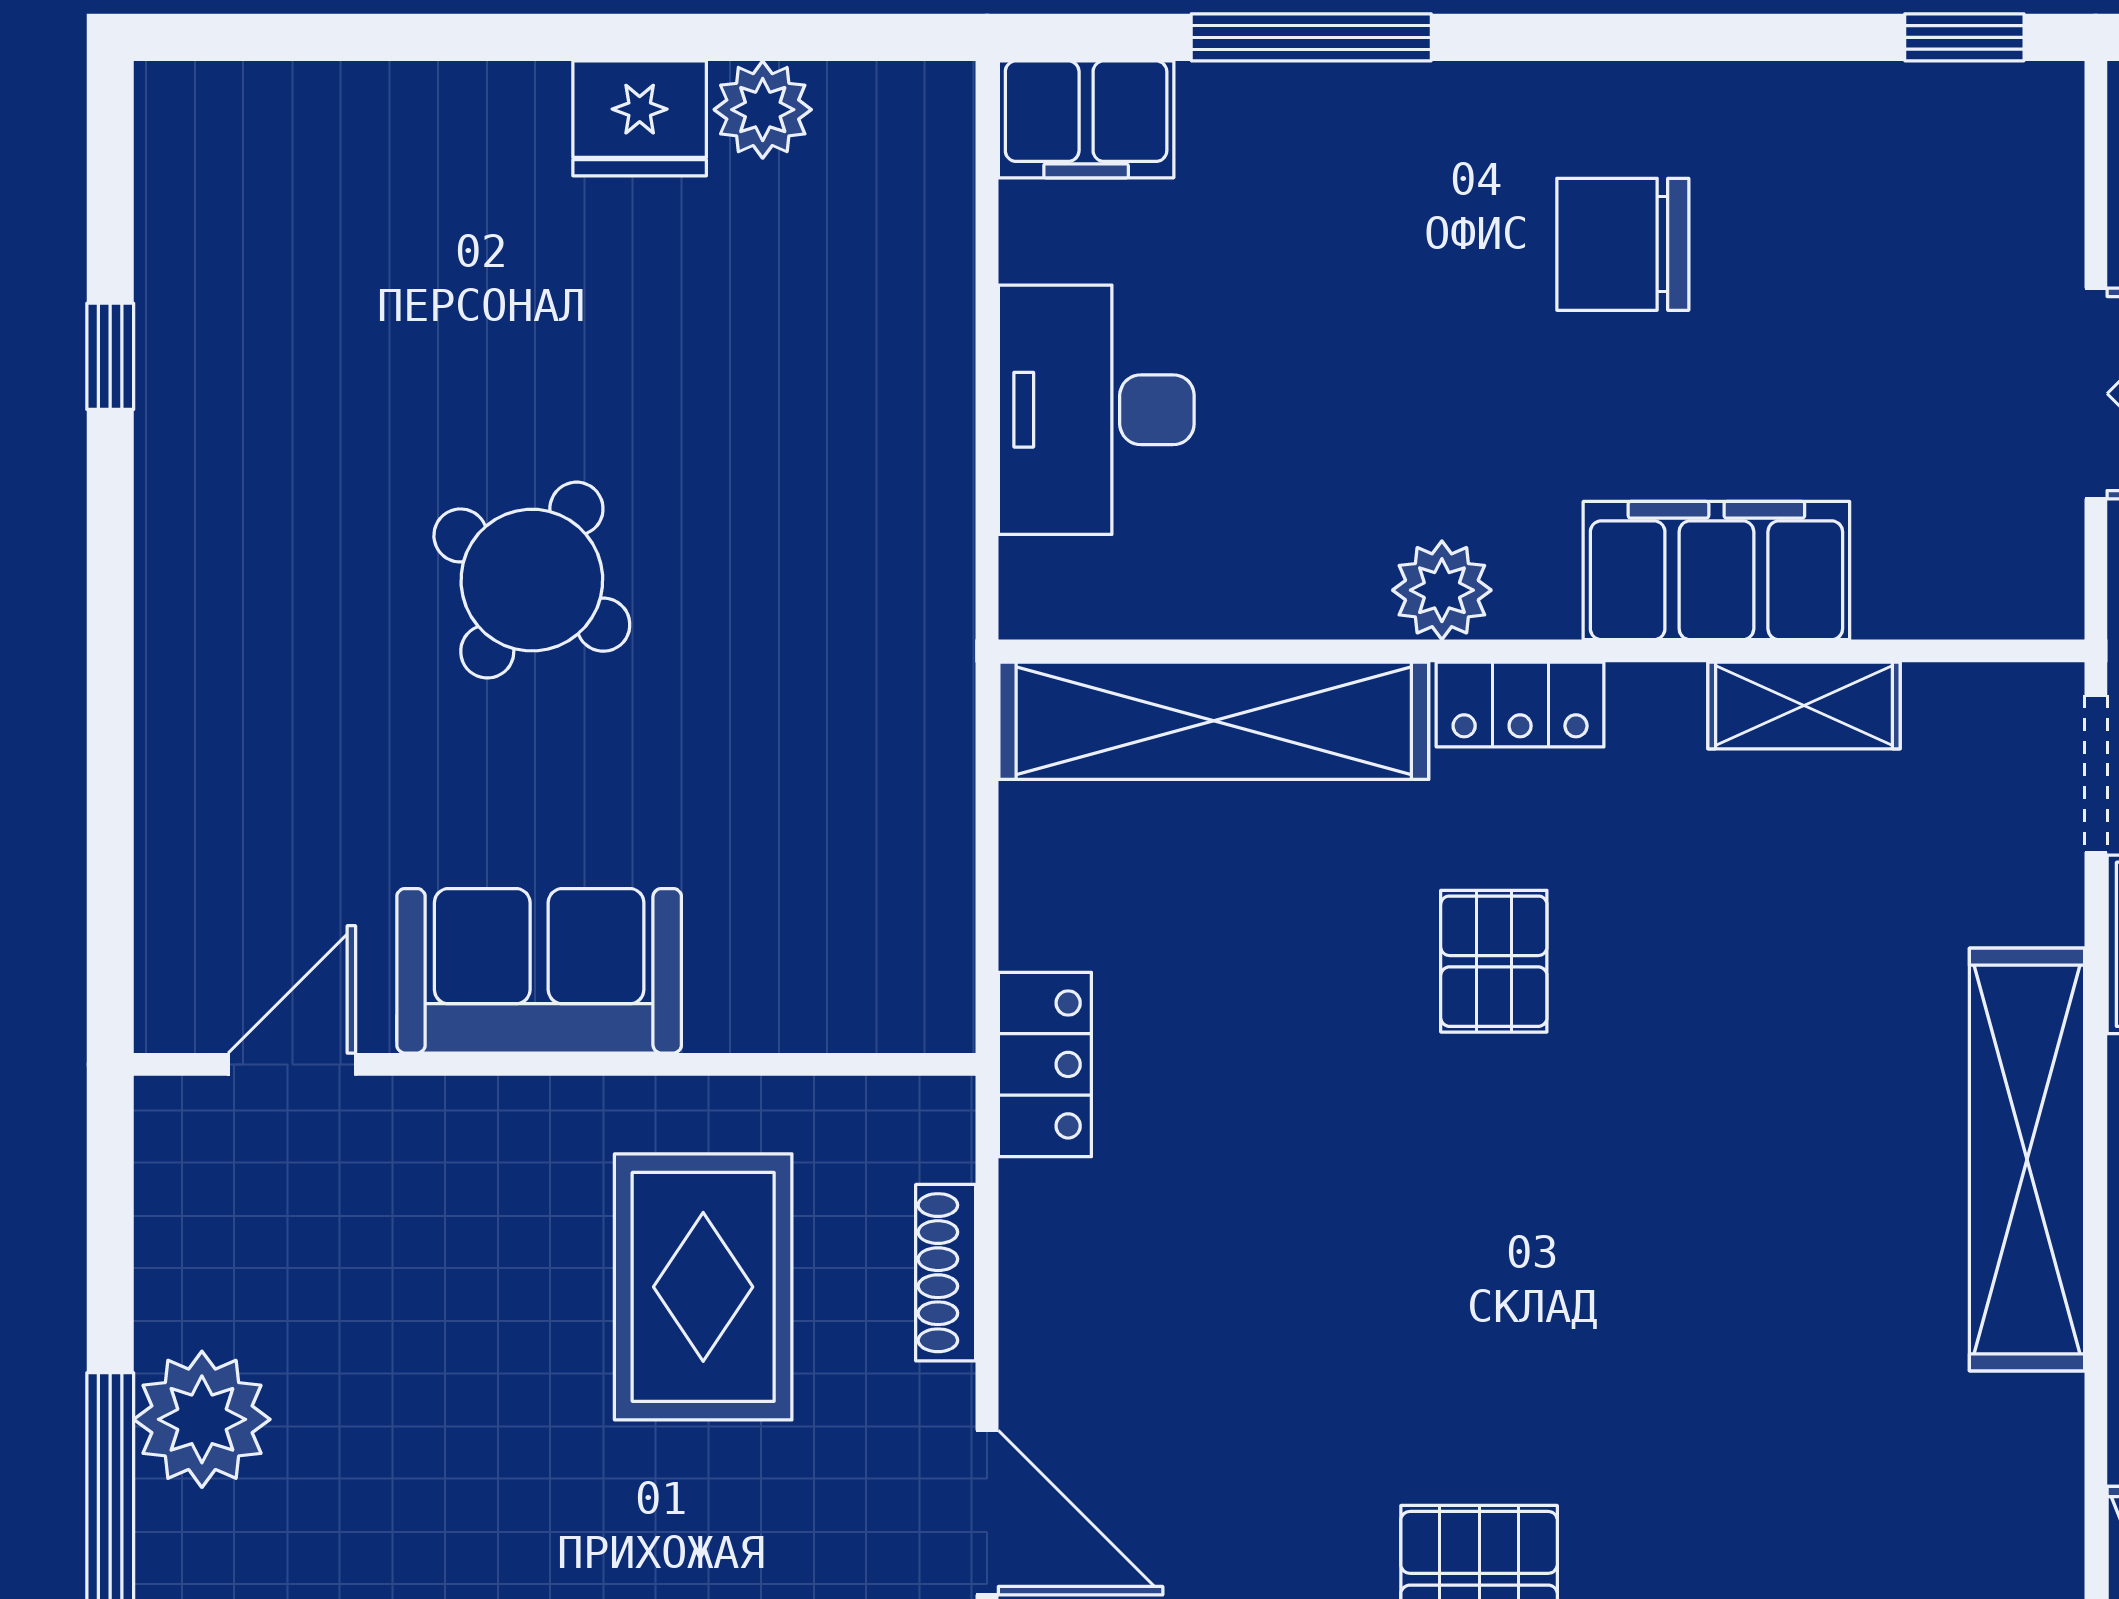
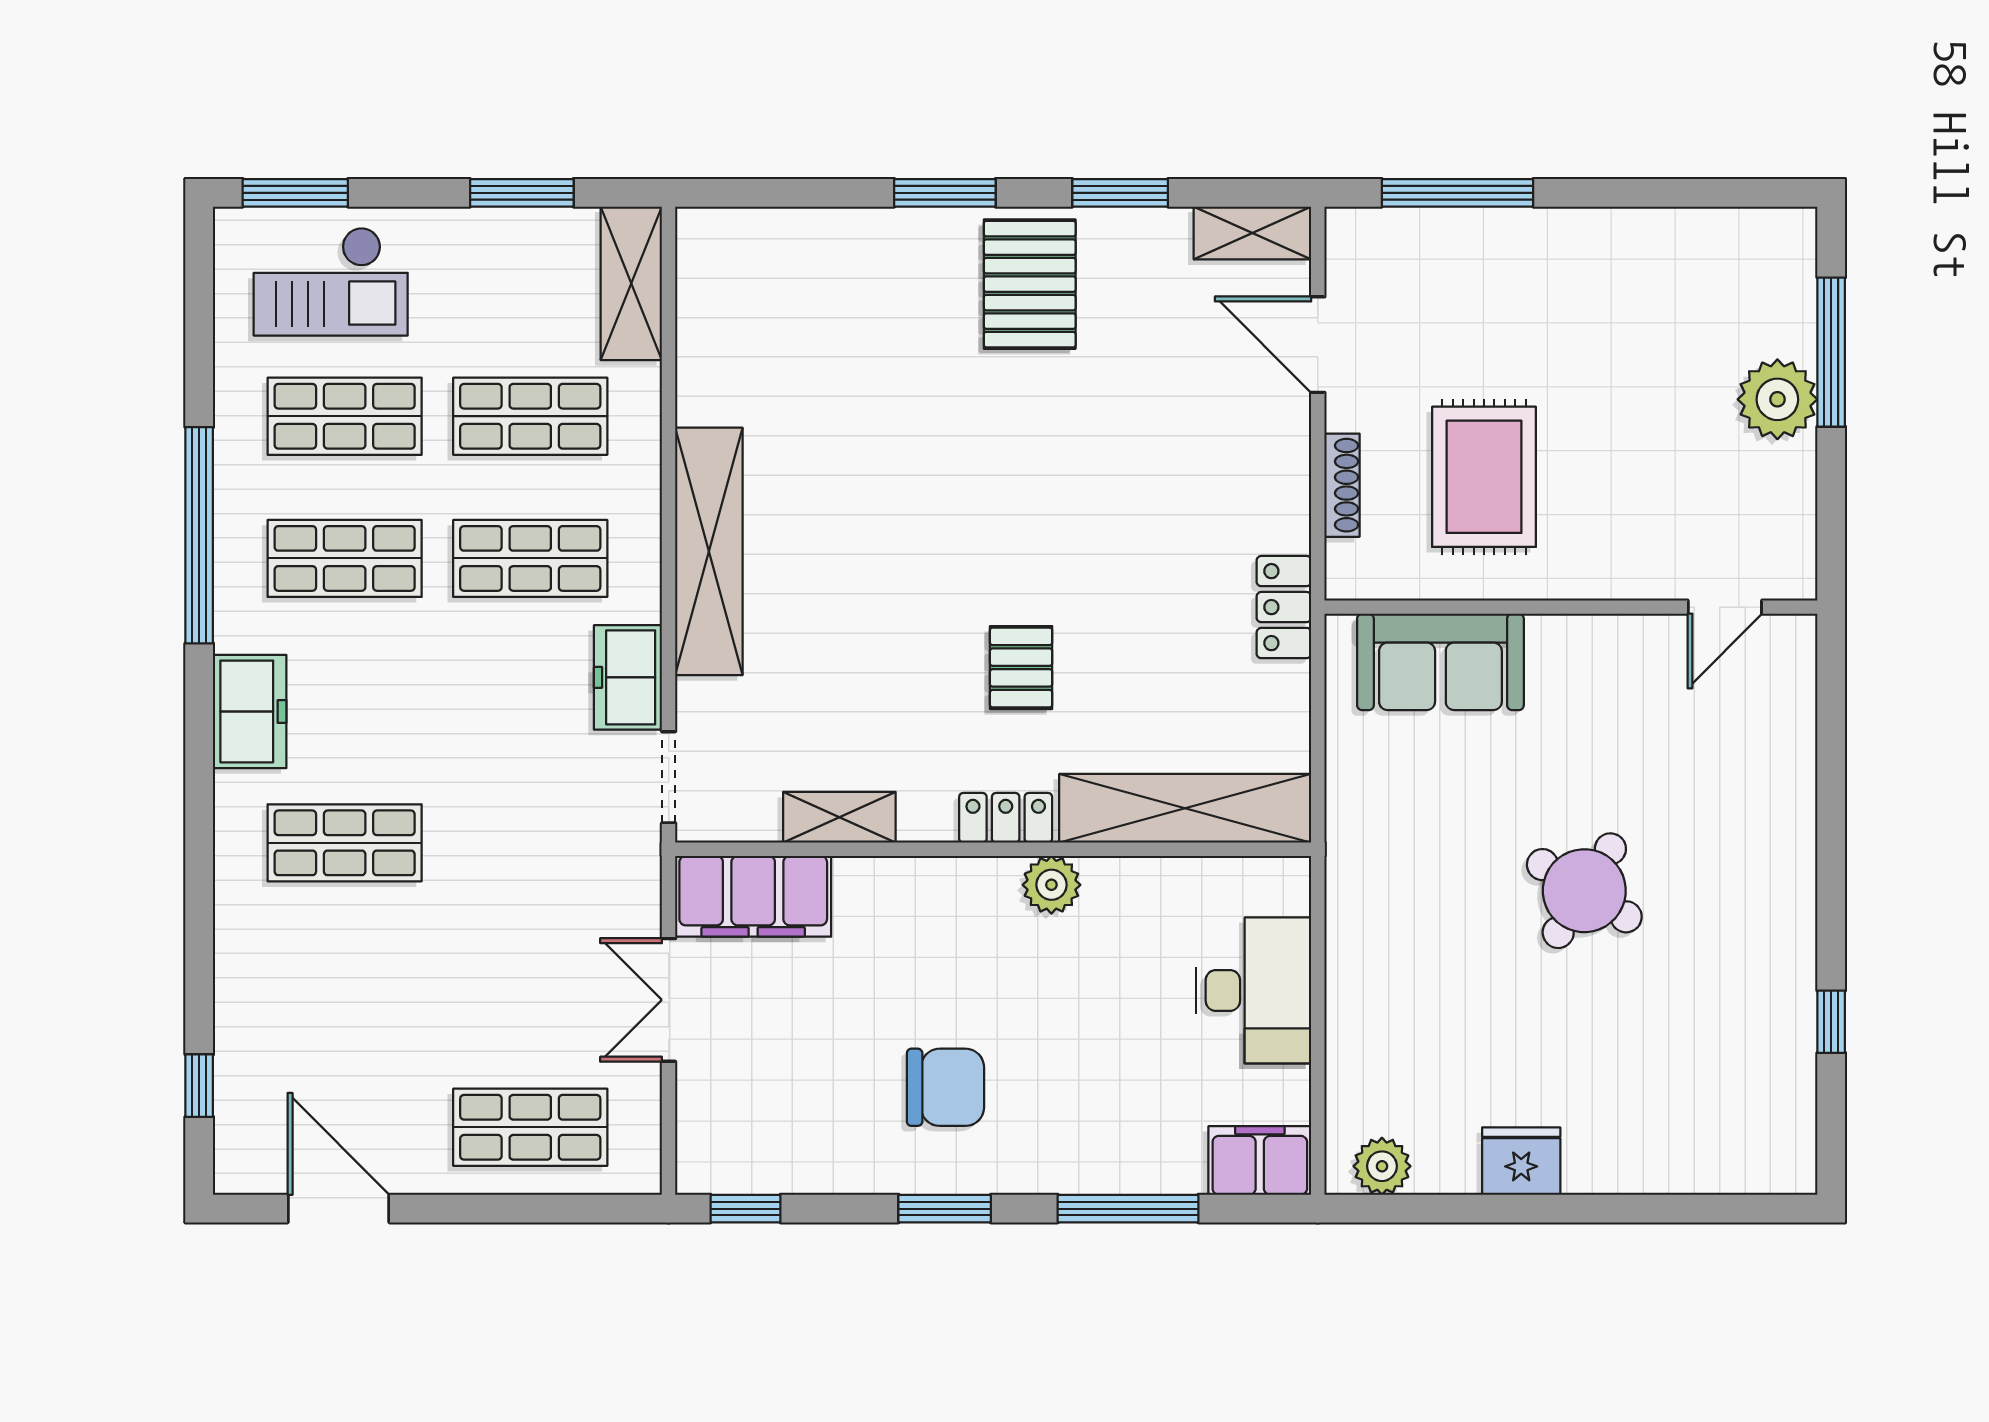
window: (1624, 37) -> (945, 1209), added
plant: (763, 110) -> (1382, 1166), moved
filing cabinet: (1716, 571) -> (753, 896), moved
sofa: (539, 971) -> (1440, 662), moved

